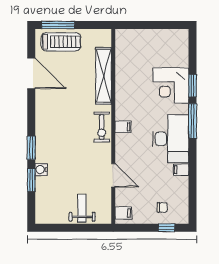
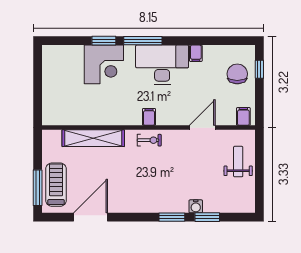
exercise bike: (102, 127) -> (149, 140), width x0.73, depth x0.72
weight bench: (82, 208) -> (238, 162), turned 90
chair: (162, 208) -> (237, 74), width x1.87, depth x1.87

